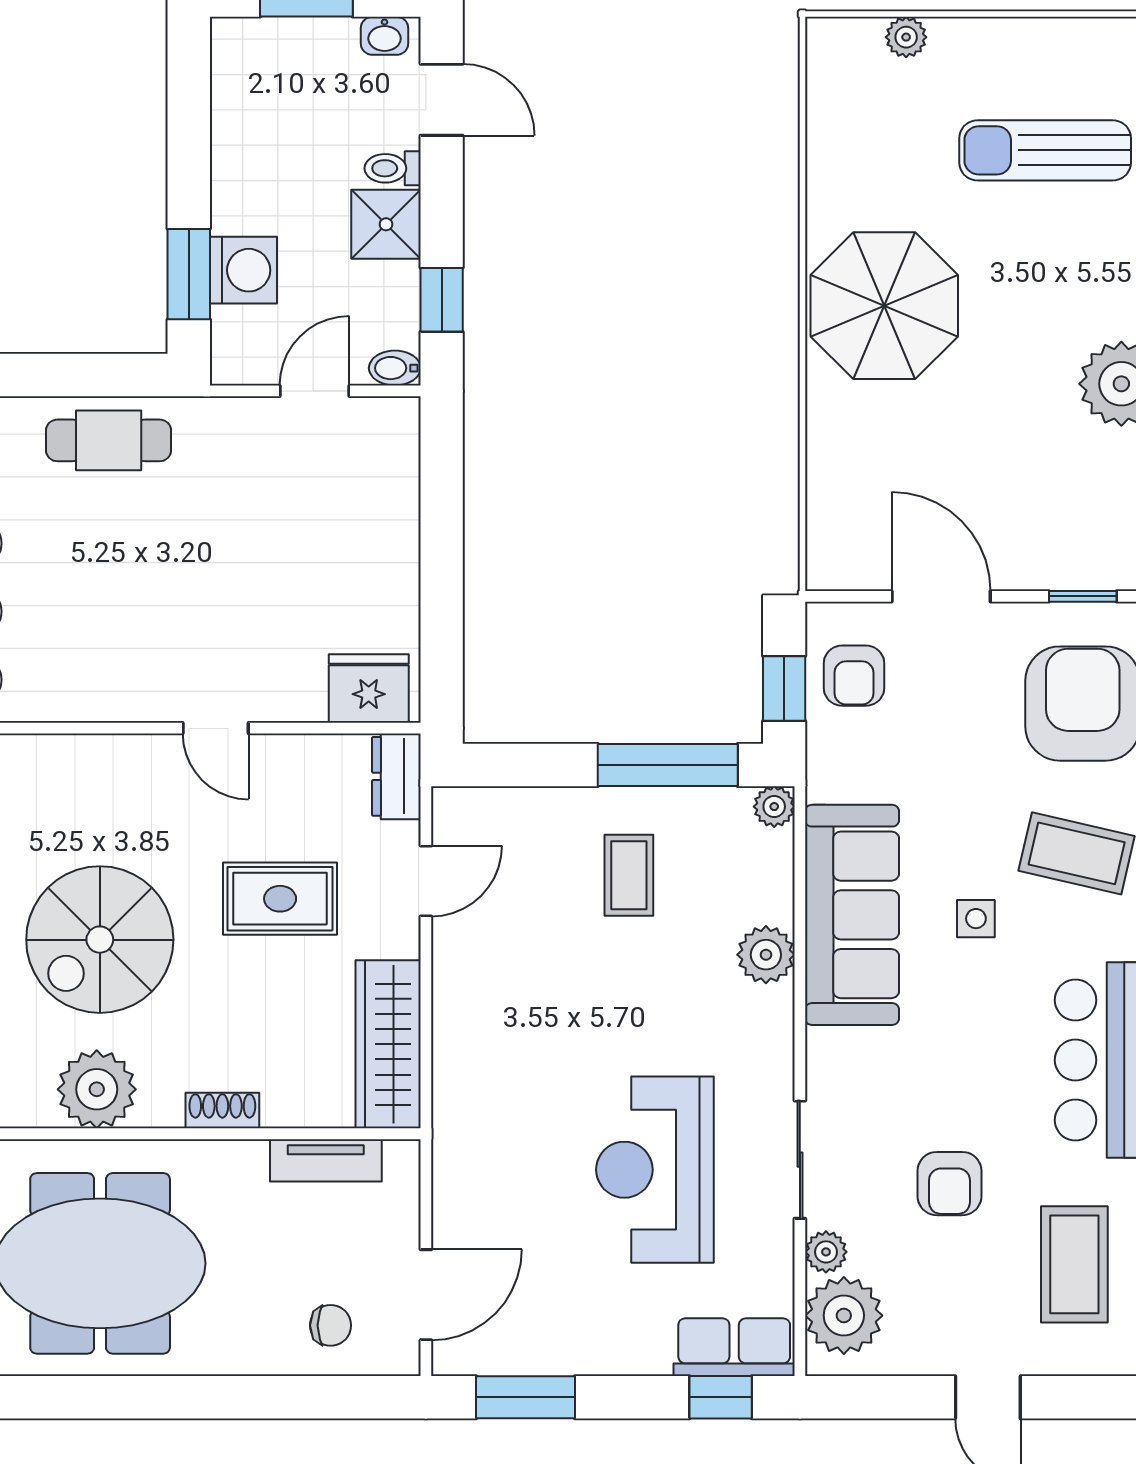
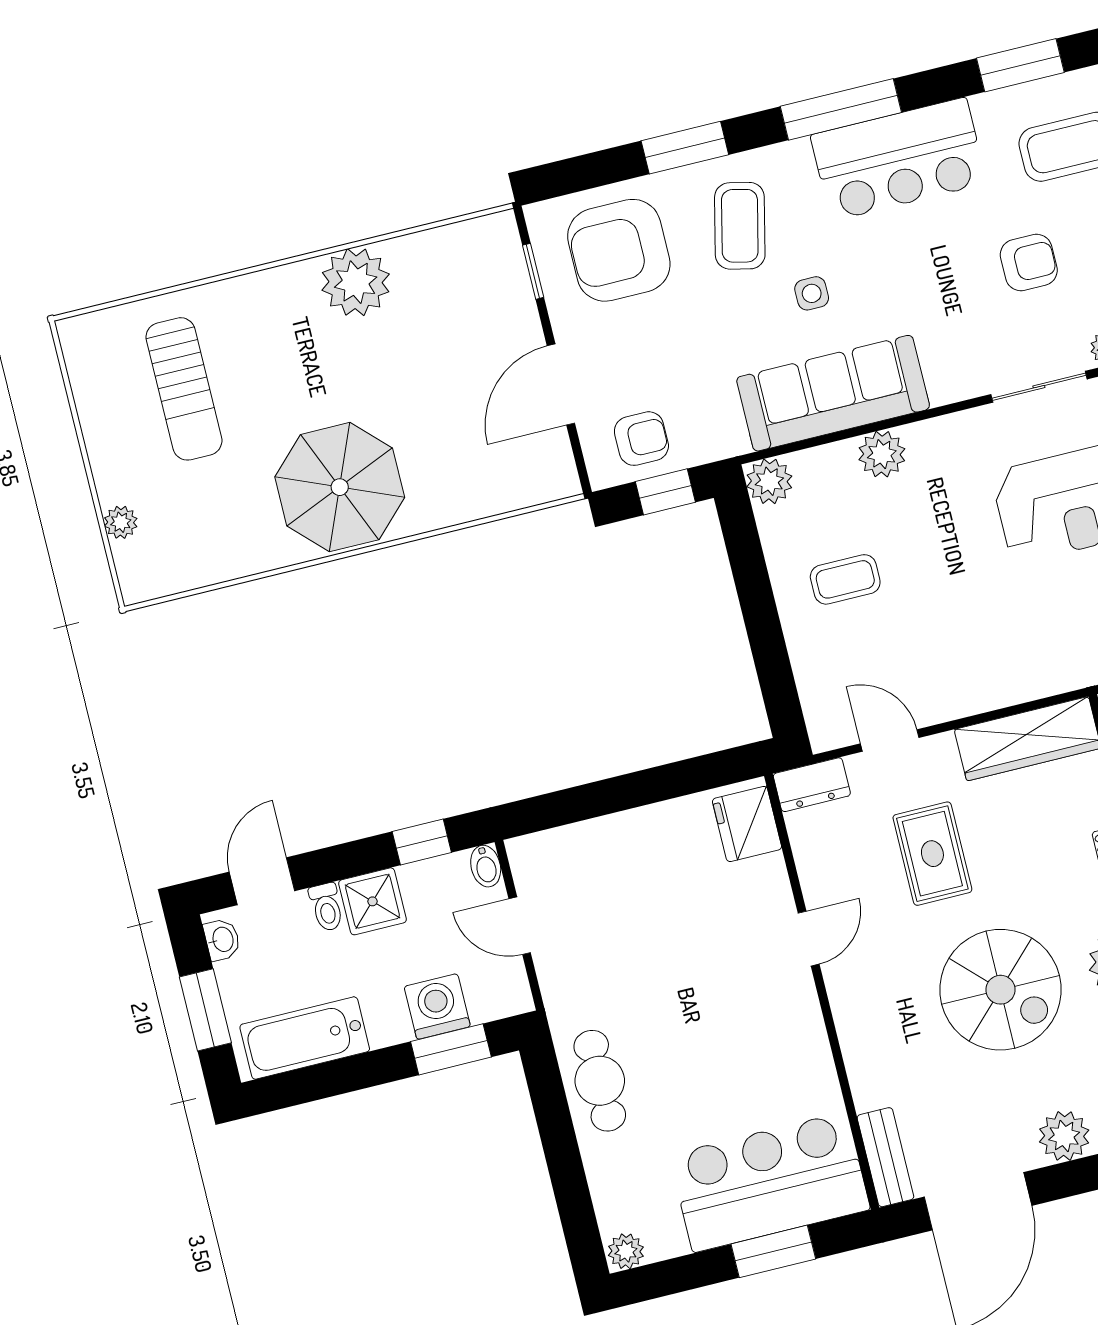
bathtub: (244, 105) -> (305, 1038), added
window: (668, 765) -> (749, 570), removed
plant: (774, 807) -> (769, 481), width x1.38, depth x1.38

